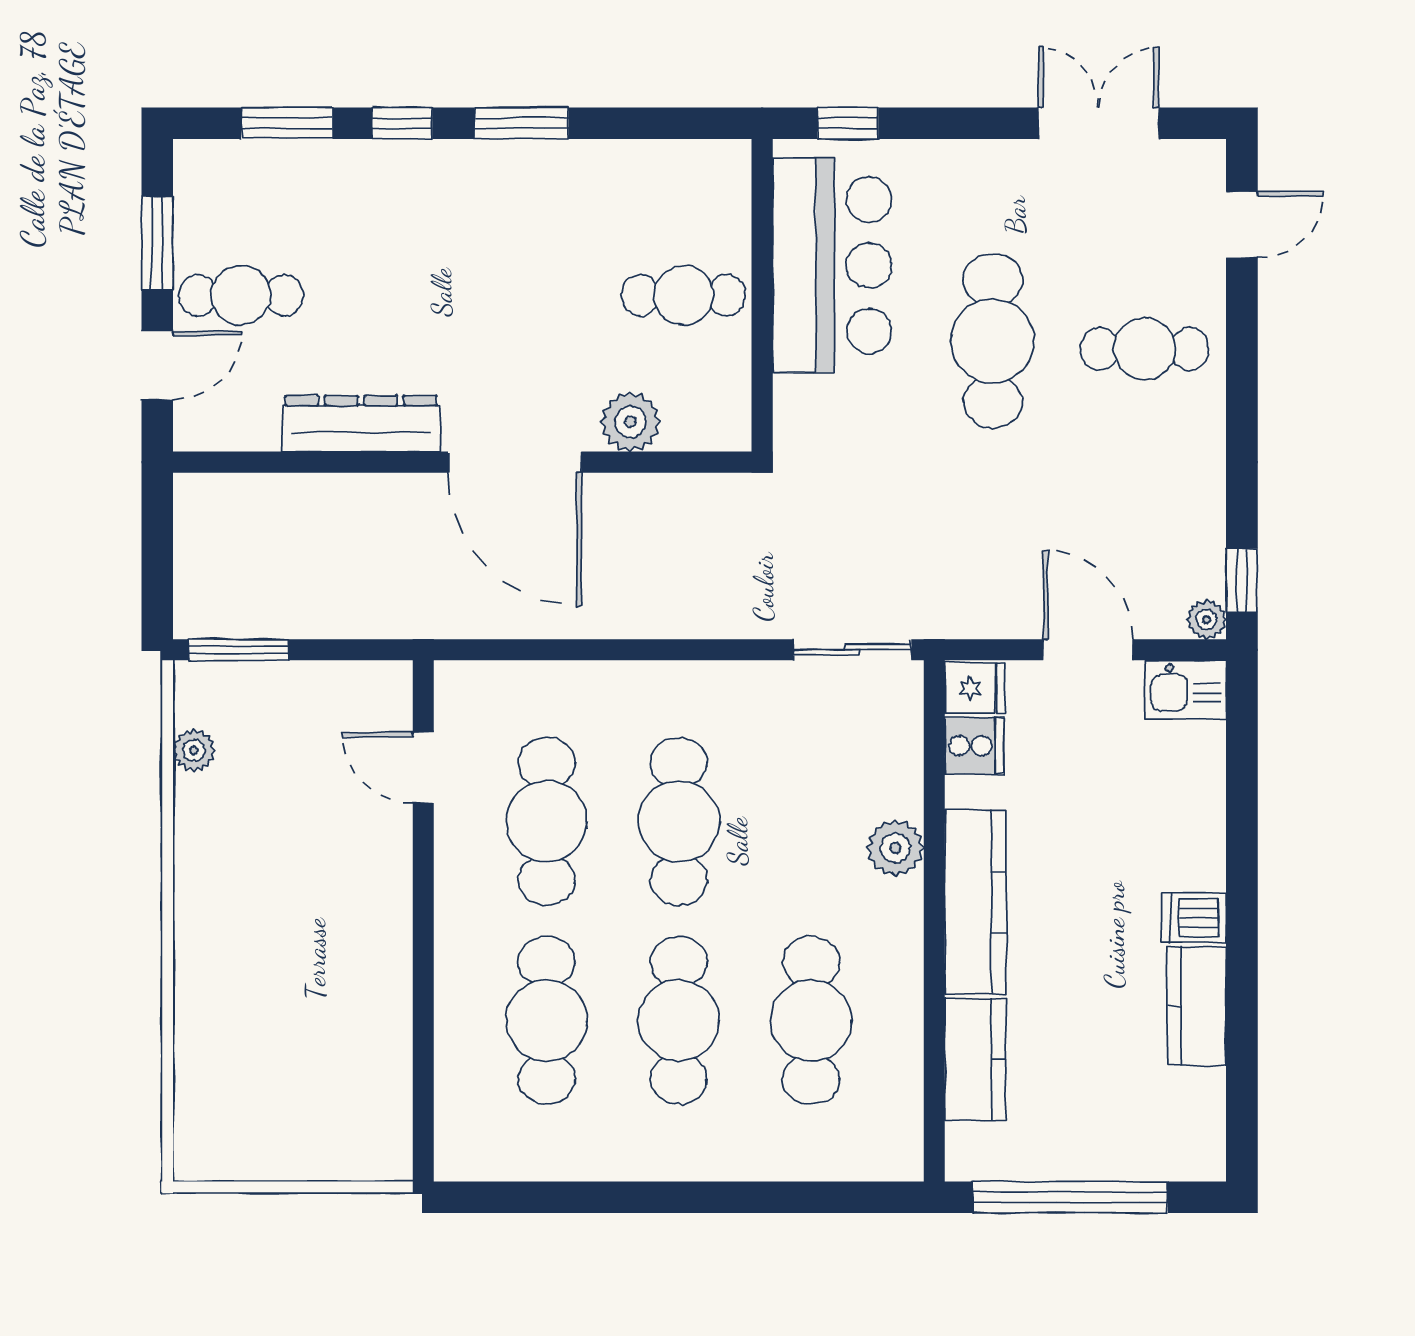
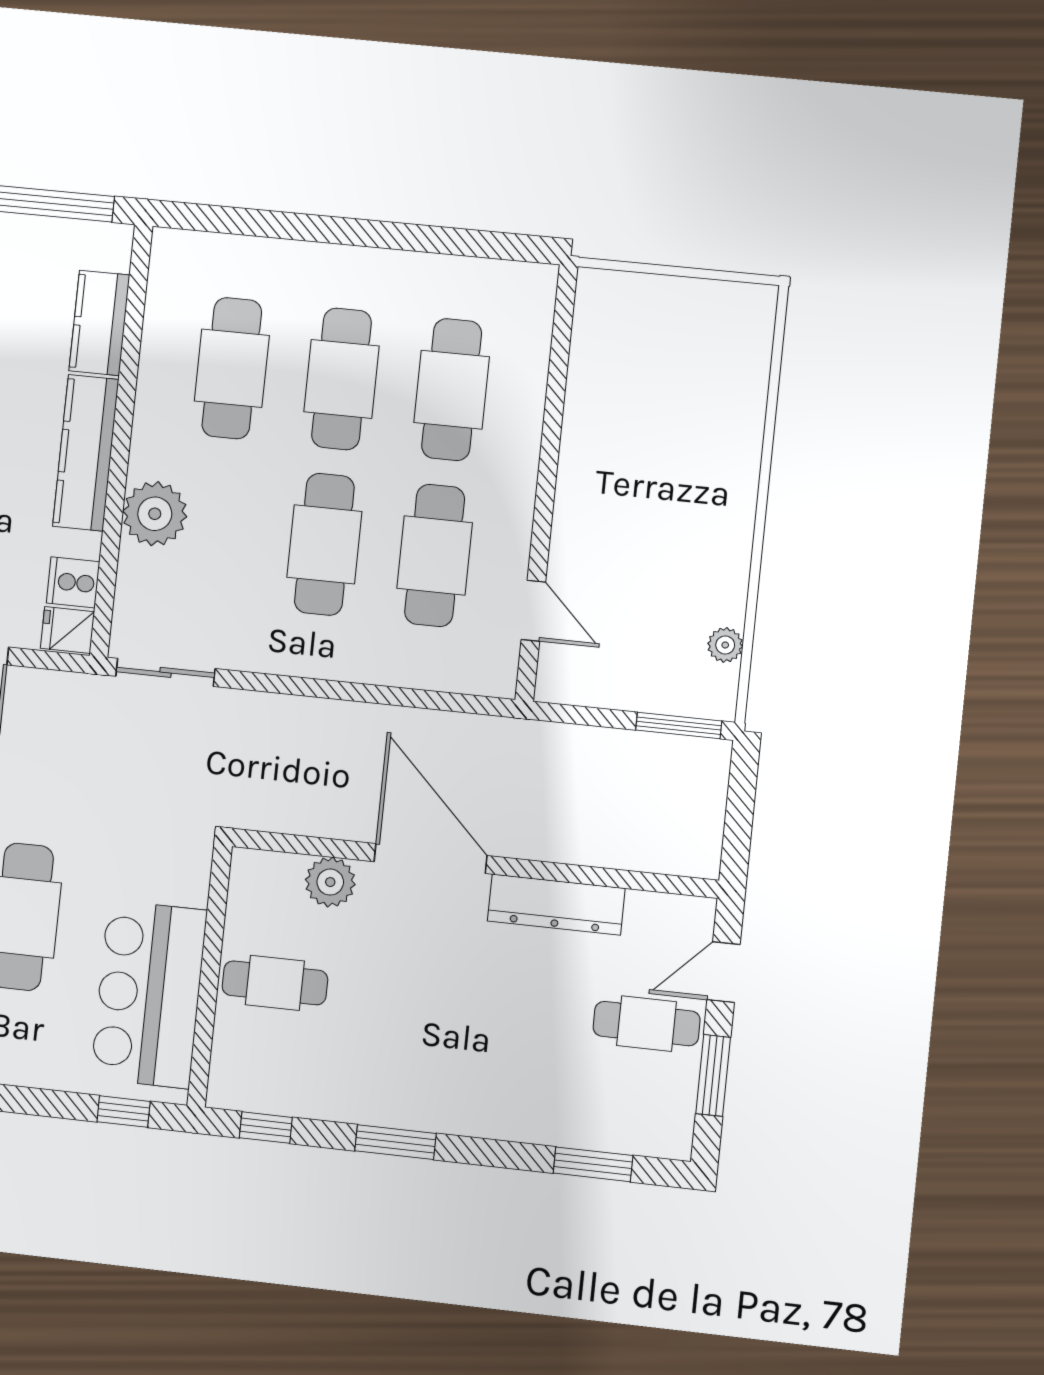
window: (402, 123) -> (266, 1128), moved
plant: (895, 848) -> (155, 514), width x1.36, depth x1.36

